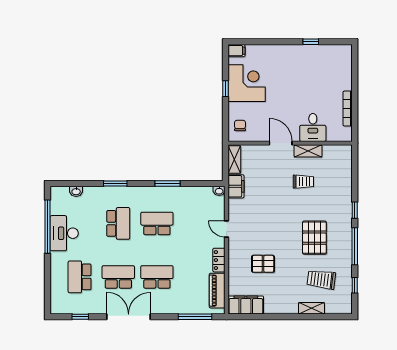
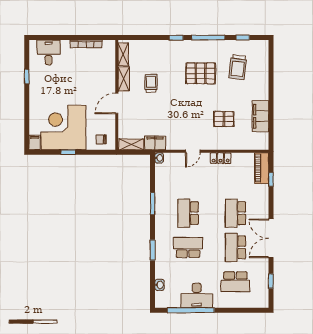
corner desk: (247, 83) -> (63, 128), width x1.36, depth x1.36
desk: (313, 127) -> (49, 52), moved, turned -90
pallet: (263, 264) -> (224, 119), turned 90
piano: (217, 291) -> (262, 168), moved, turned 90
filing cabinet: (246, 305) -> (260, 116), moved
shelving: (311, 308) -> (123, 54), moved
window: (195, 317) -> (271, 179), width x0.46

